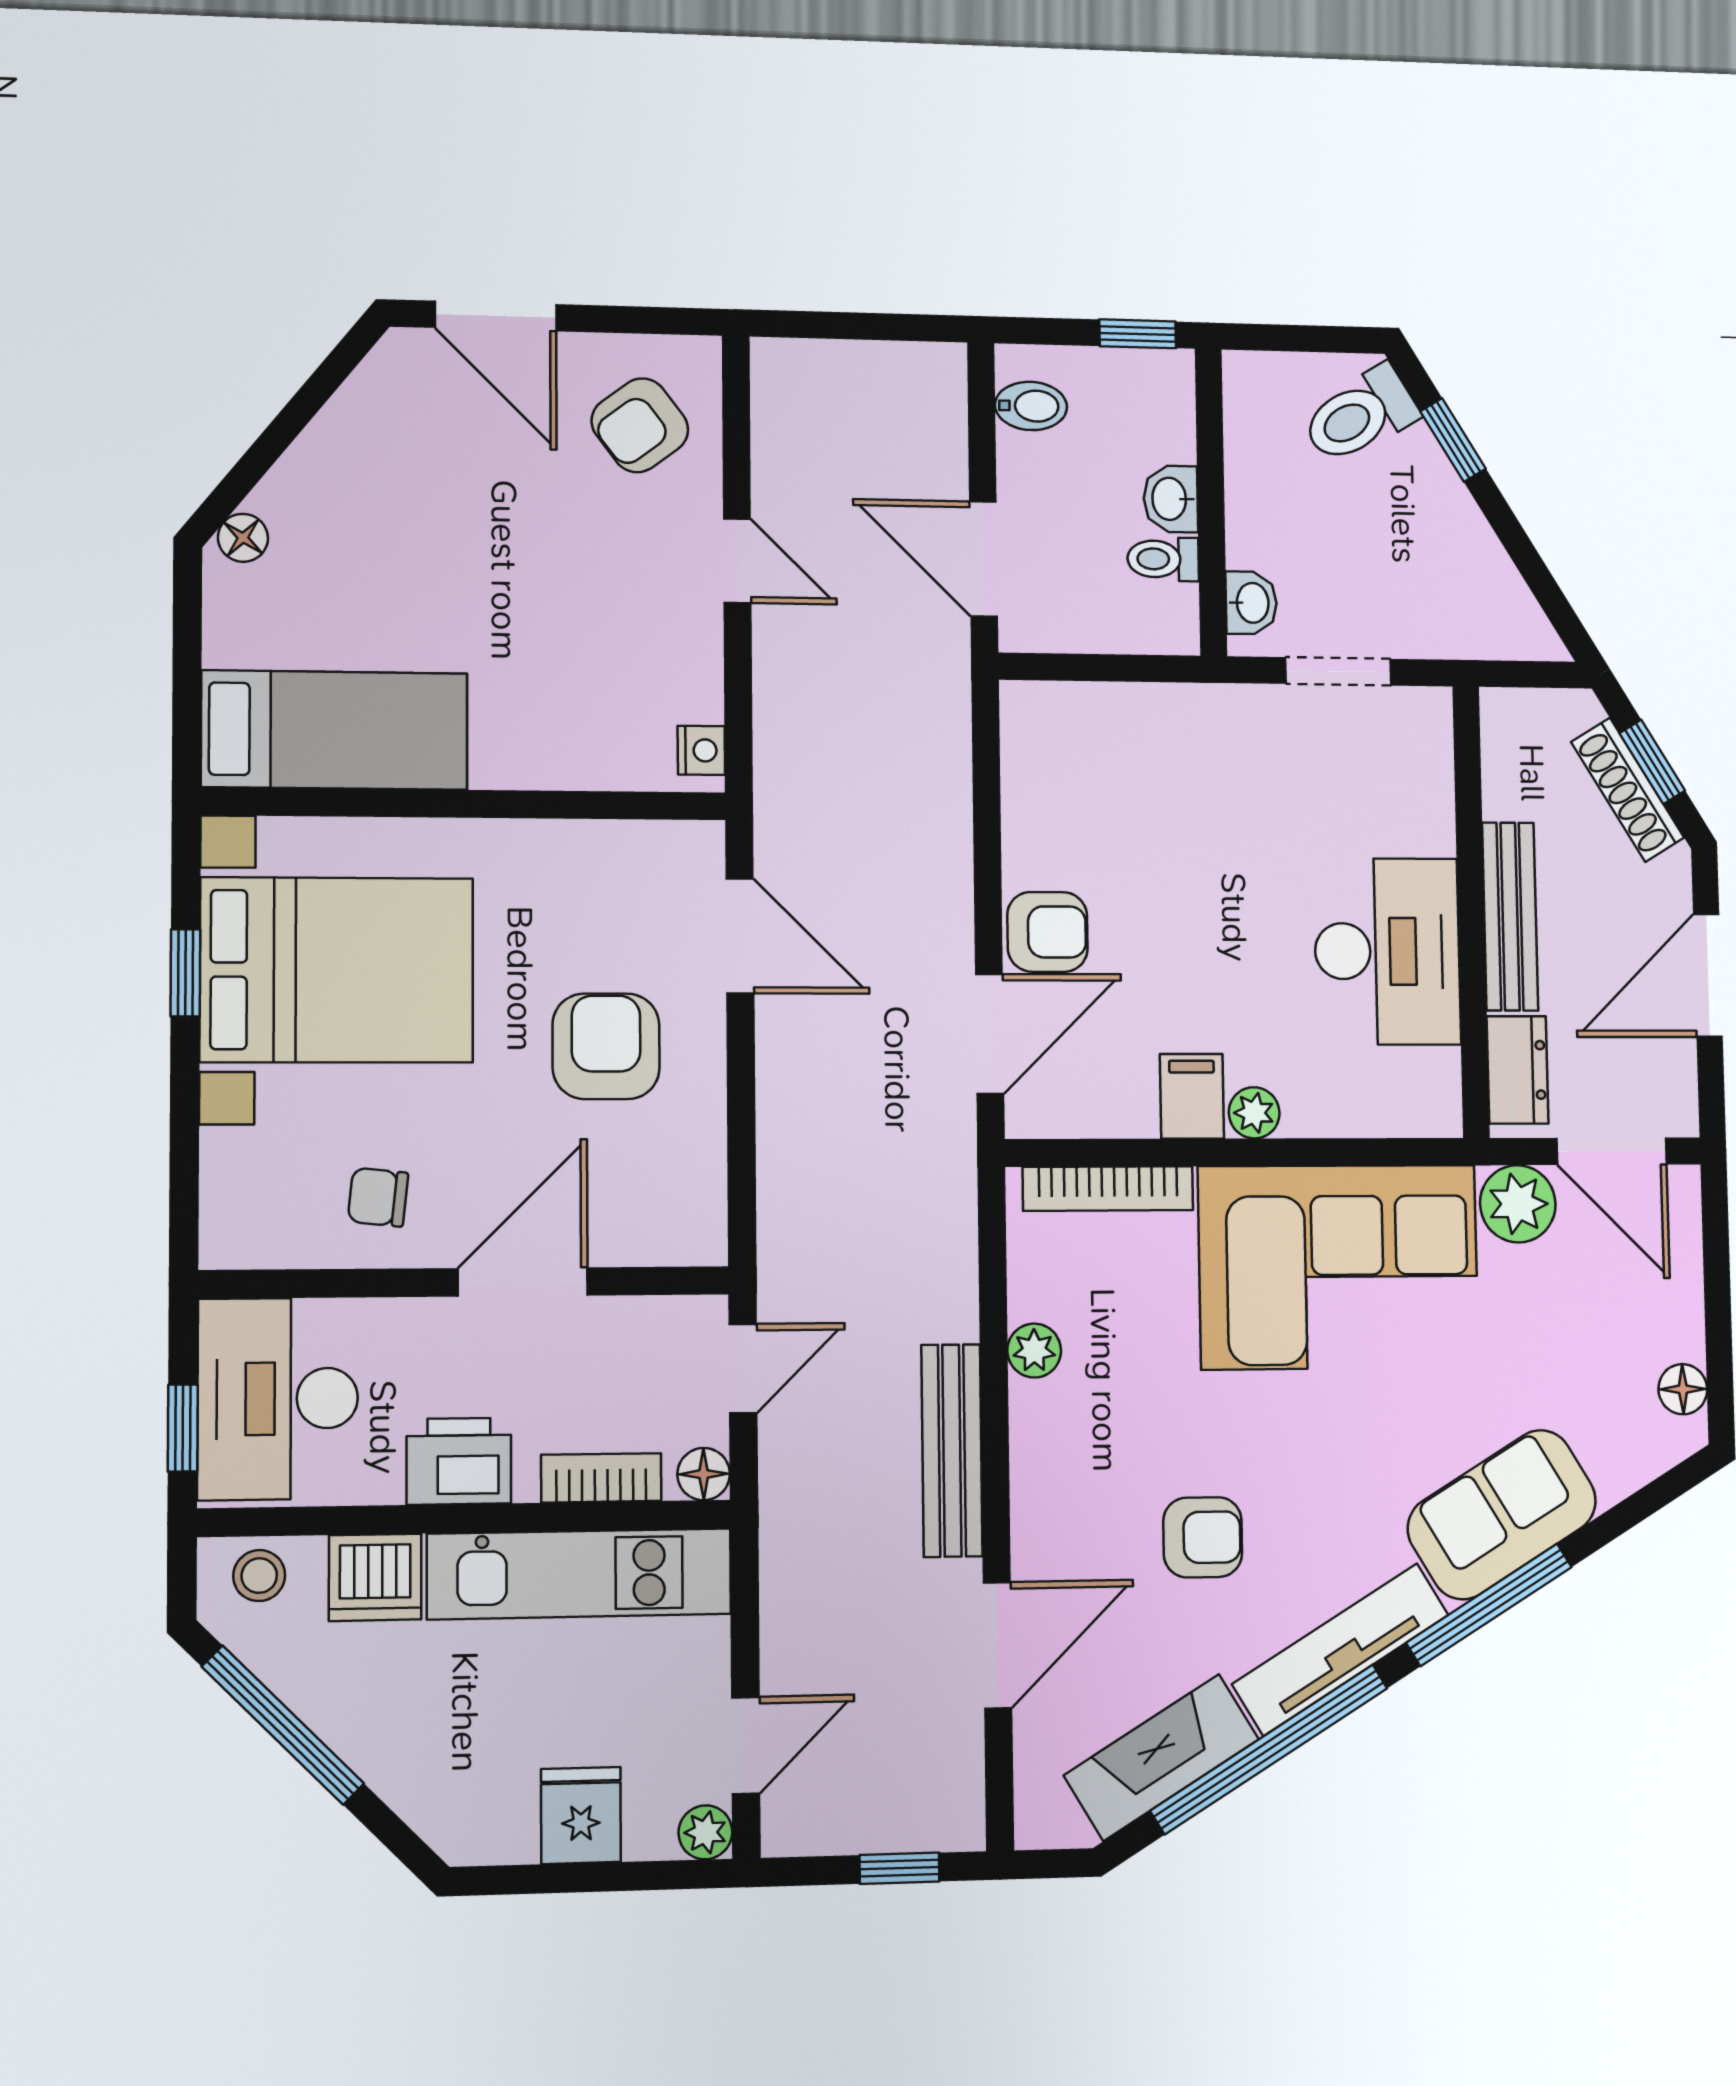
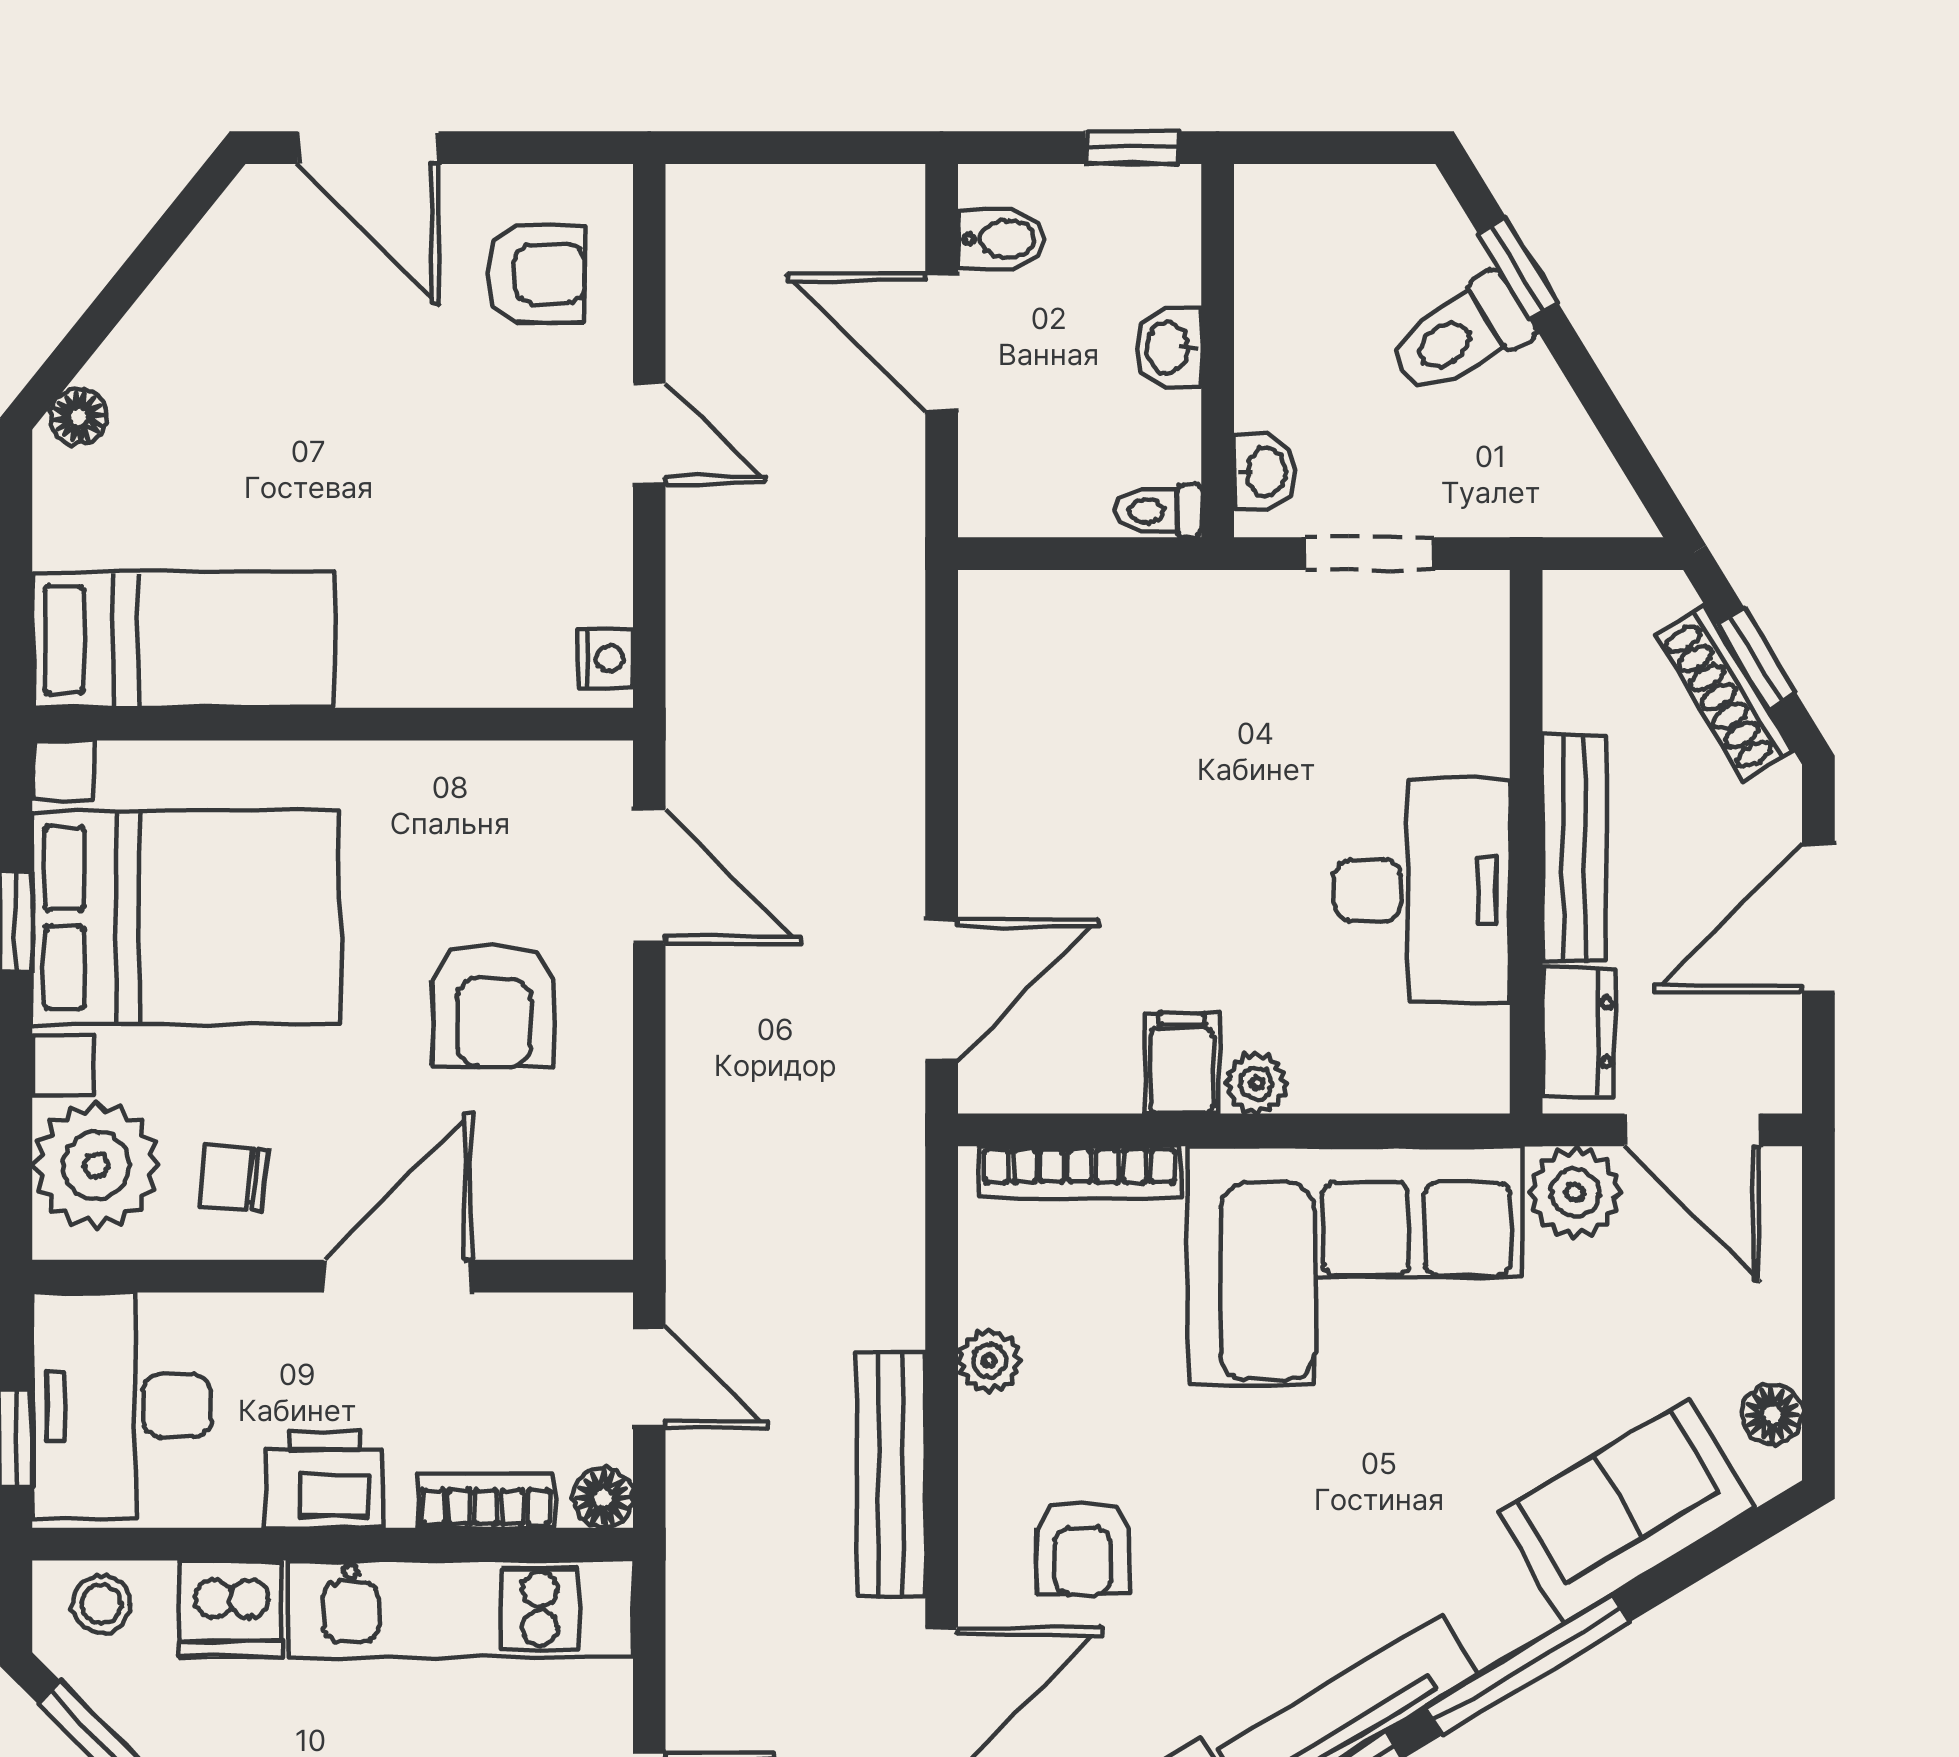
toilet: (1360, 415) -> (1461, 335), moved
armchair: (640, 425) -> (536, 274), turned -143
door: (983, 559) -> (942, 342), moved
toilet: (1163, 559) -> (1158, 511), moved
armchair: (1047, 932) -> (1012, 869), removed
armchair: (606, 1046) -> (493, 1005), turned 180
plant: (256, 1186) -> (96, 1165), added
door: (743, 1368) -> (649, 1378), hinge flipped
sofa: (1502, 1515) -> (1627, 1511), moved
armchair: (1203, 1537) -> (1082, 1548), moved, turned 90

